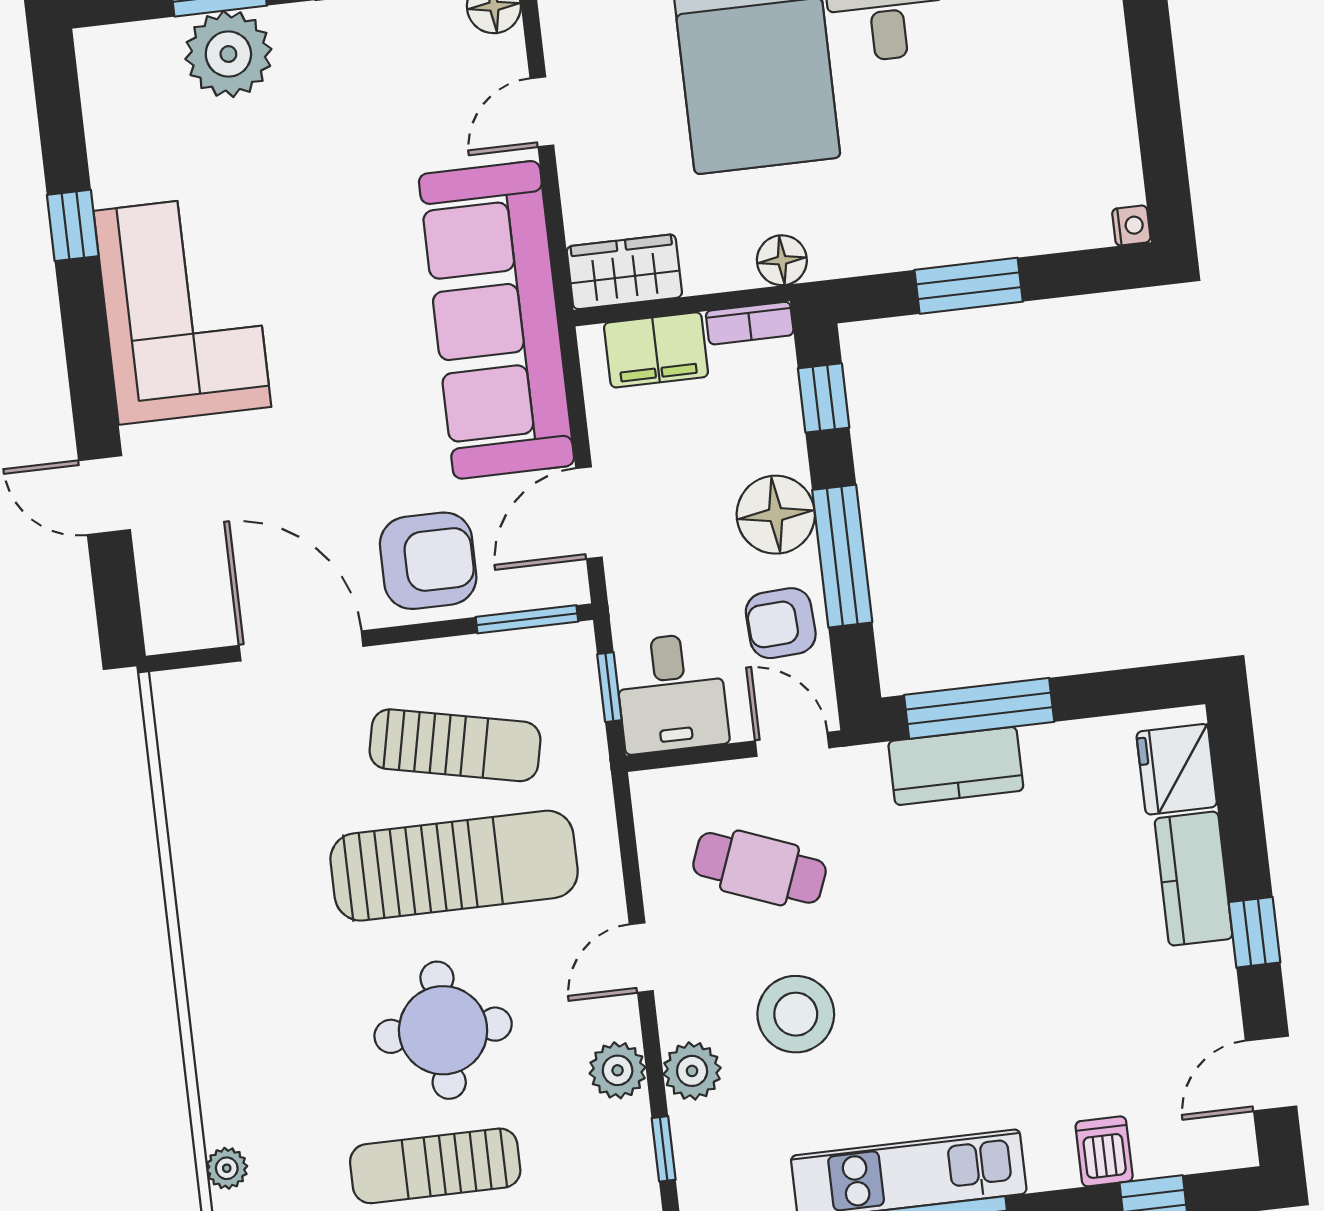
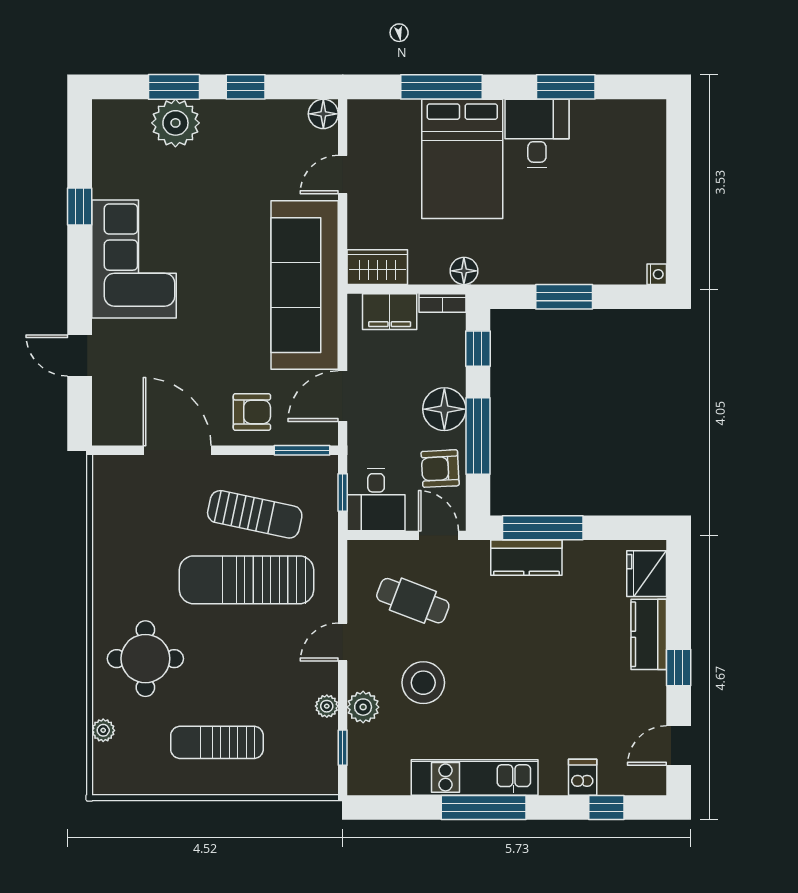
armchair: (428, 561) -> (252, 412), width x0.72, depth x0.72
sun lounger: (454, 866) -> (246, 580), turned 180
round table: (443, 1030) -> (145, 659), moved
plant: (618, 1070) -> (327, 706), width x0.73, depth x0.73

